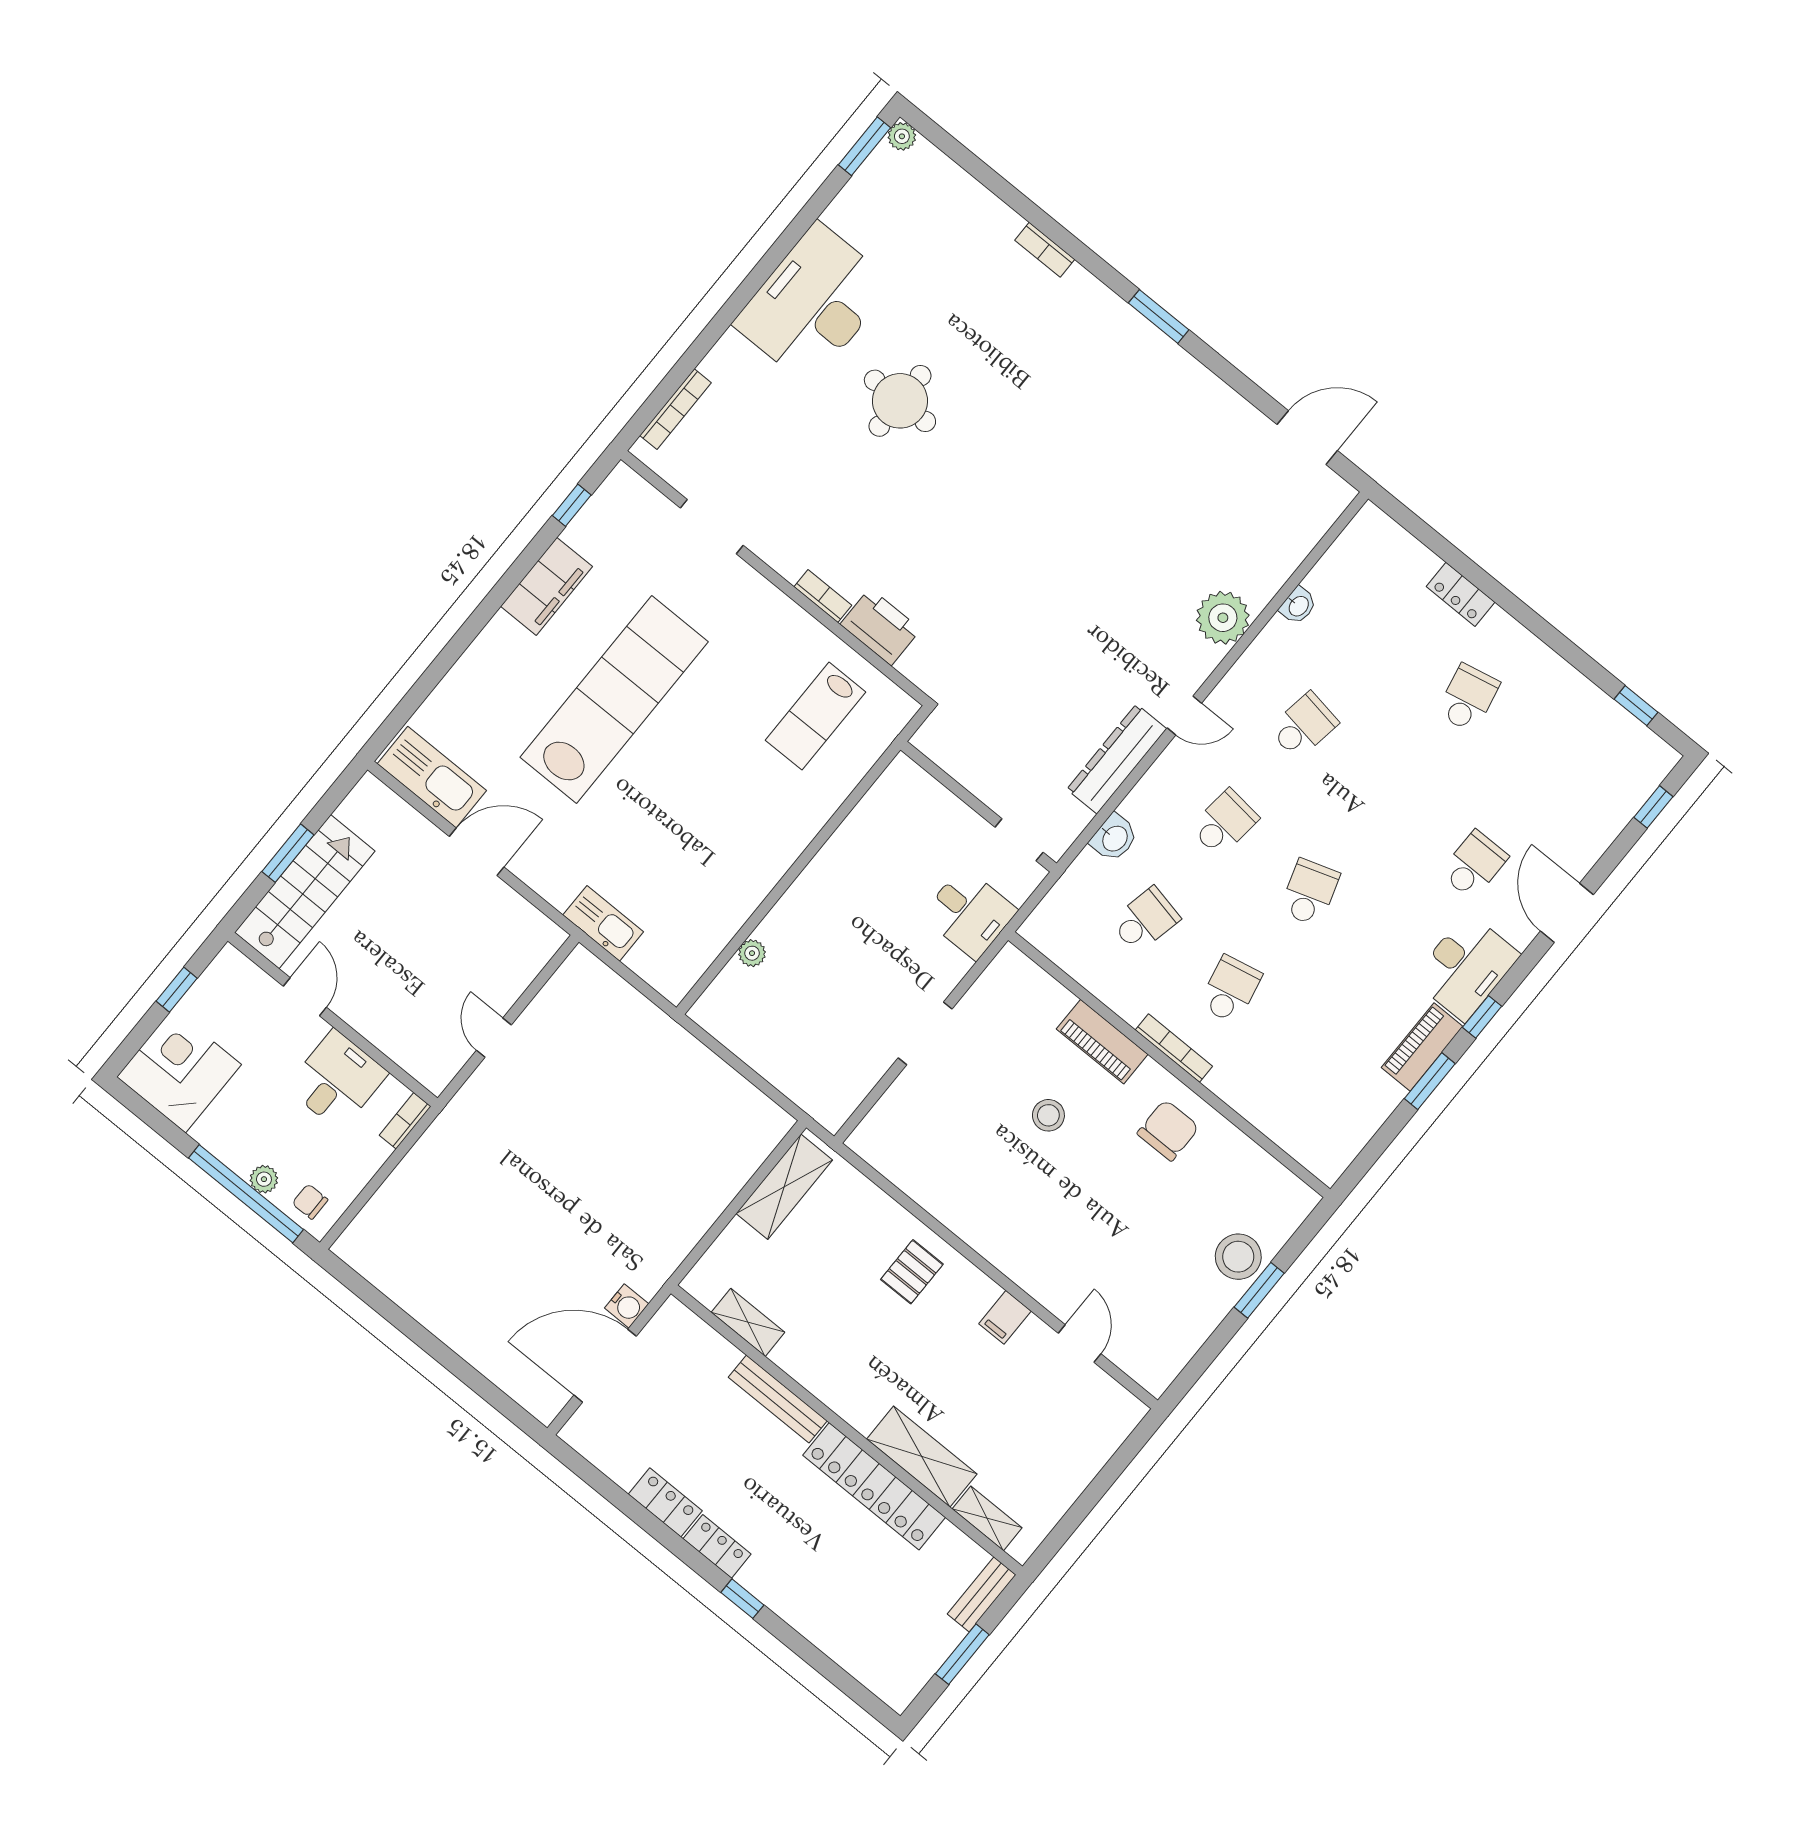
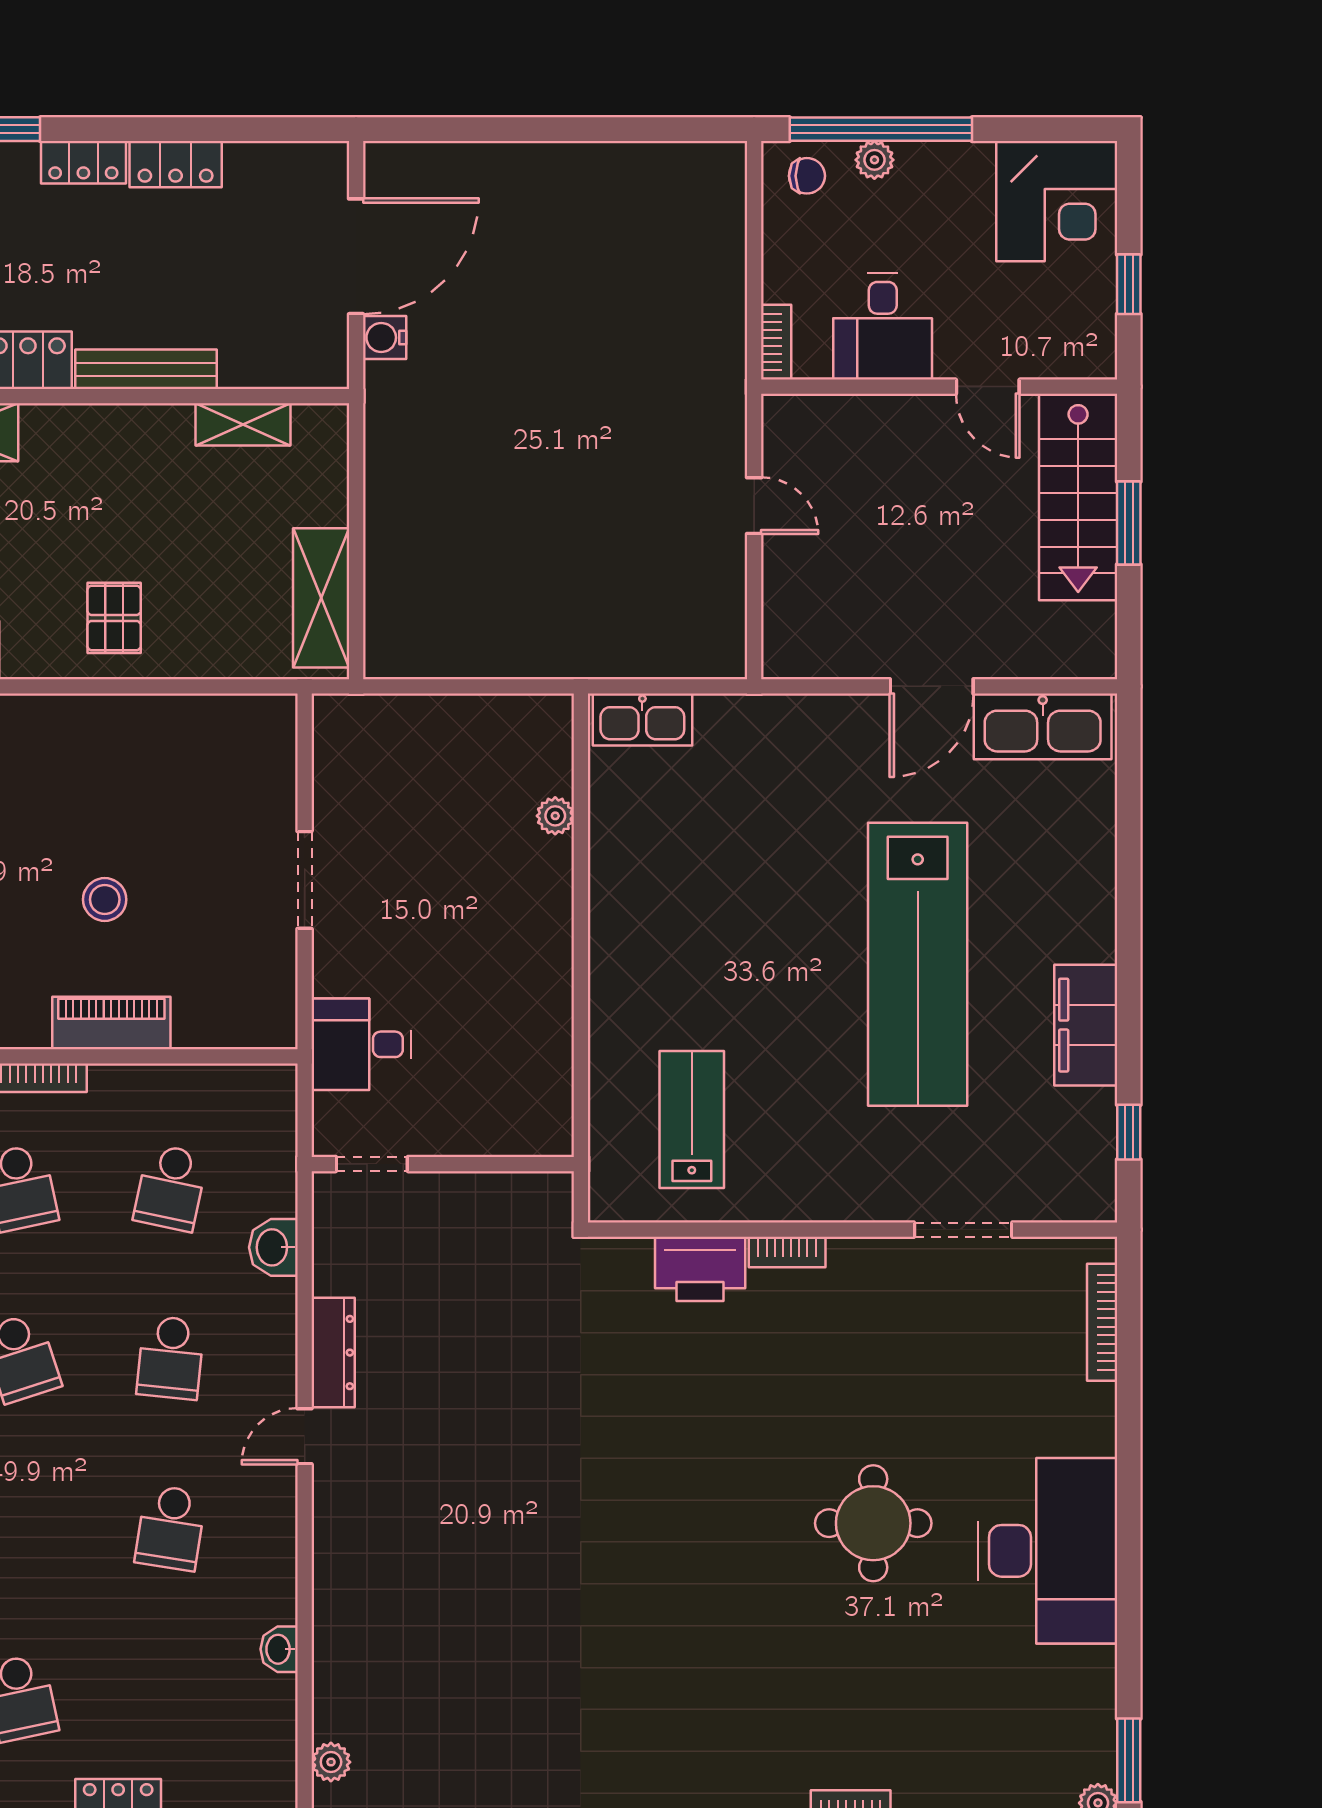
plant: (1223, 618) -> (331, 1762), moved, width x0.53, depth x0.53
dresser: (1117, 759) -> (333, 1353), width x0.73, depth x0.80
kitchen sink: (603, 923) -> (642, 720), moved

